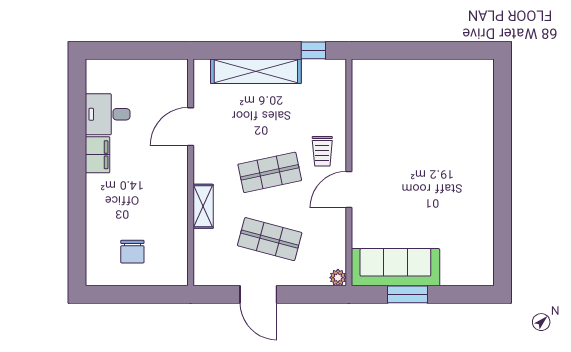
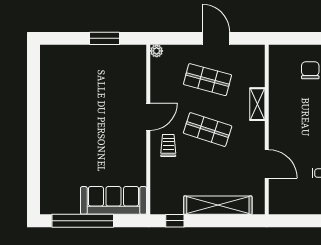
window: (437, 50) -> (83, 221), added
door: (191, 127) -> (267, 164), hinge flipped
shop shelf: (270, 172) -> (208, 130), turned 30
sofa: (395, 267) -> (113, 200), moved, turned 180

